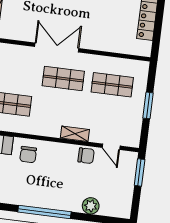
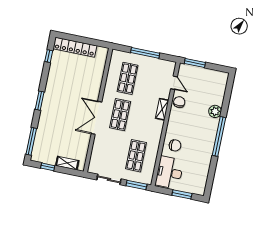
window: (148, 105) -> (145, 53), width x1.44
door: (111, 147) -> (174, 83), hinge flipped
plant: (91, 206) -> (215, 111), moved

